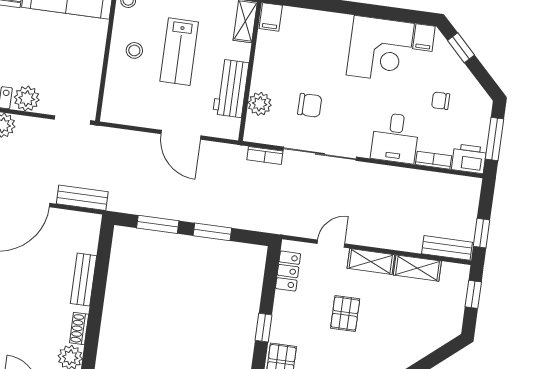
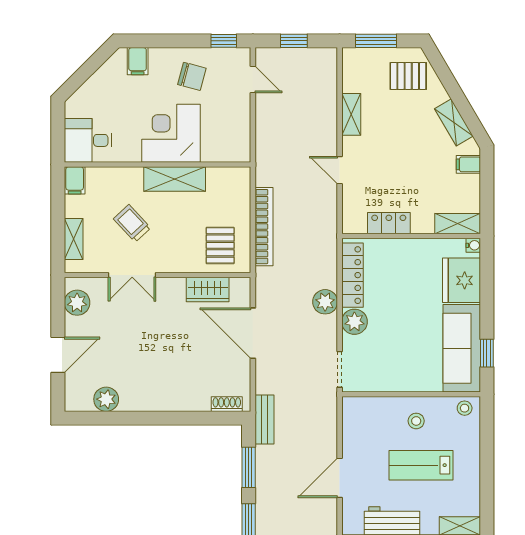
bench: (82, 198) -> (264, 419), moved
bench: (84, 280) -> (184, 402), removed
shoe rack: (79, 329) -> (227, 404), moved

